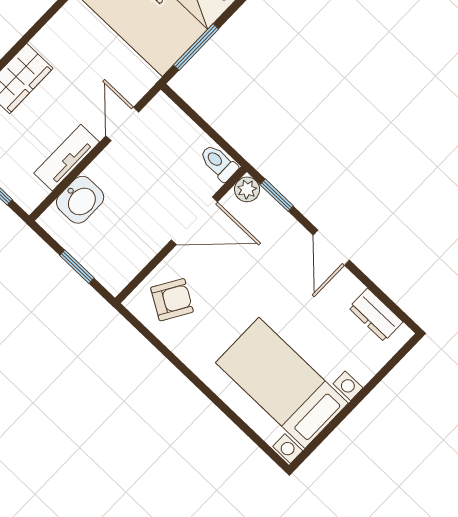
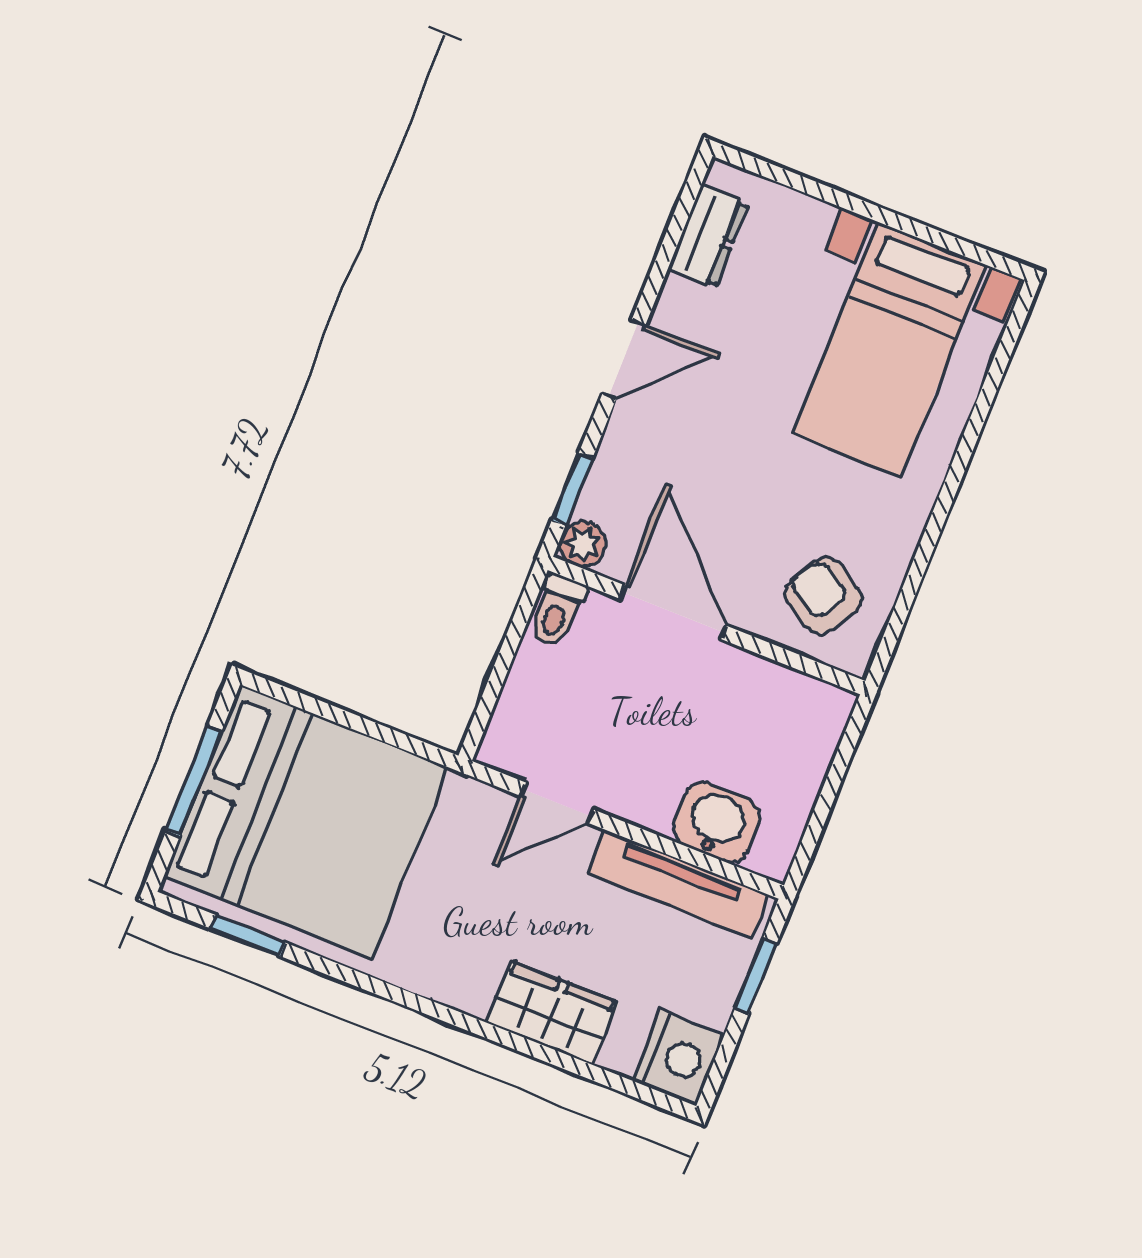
window: (196, 47) -> (375, 730), removed
tv unit: (67, 158) -> (678, 884), width x1.41
window: (77, 267) -> (833, 781), removed

